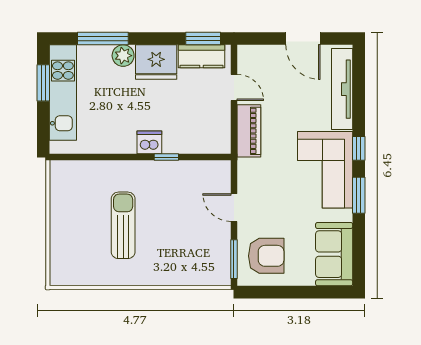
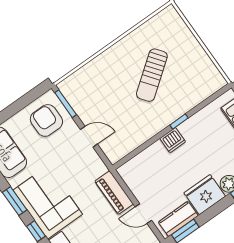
window: (166, 157) -> (179, 122), moved
sun lounger: (123, 225) -> (152, 75), turned 53
armchair: (266, 256) -> (46, 120), turned 90

